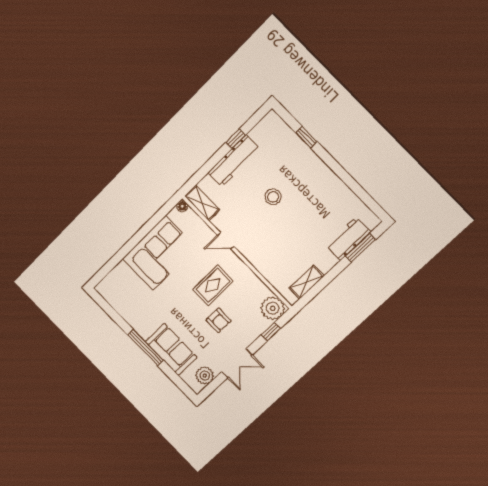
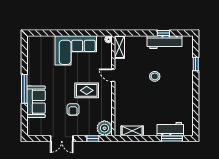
workbench: (234, 161) -> (164, 42), moved
plant: (205, 376) -> (40, 130), removed

